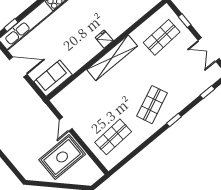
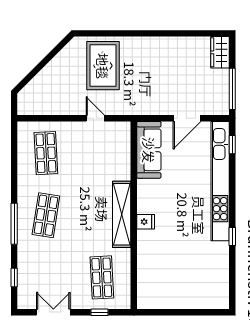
sofa: (53, 78) -> (149, 150), width x1.36
shop shelf: (152, 105) -> (46, 215), turned 33
window: (174, 120) -> (14, 224), width x2.17
rug: (62, 157) -> (103, 66), moved

